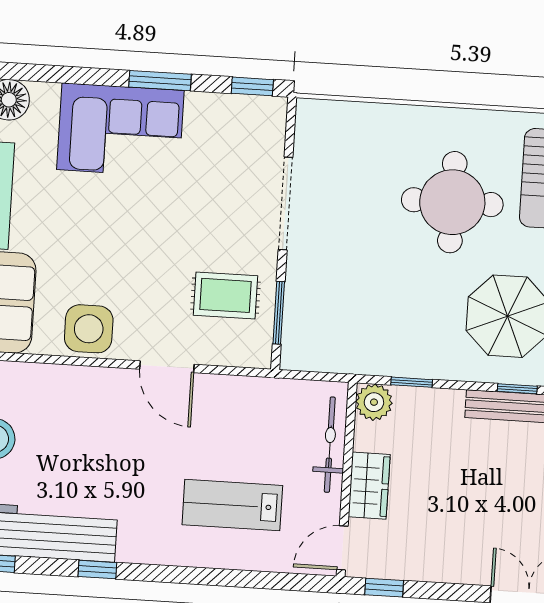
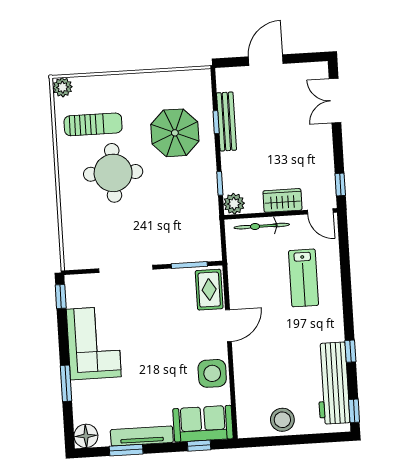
window: (160, 81) -> (66, 383), moved
corner sofa: (120, 130) -> (94, 343), moved
rug: (226, 295) -> (209, 290), moved

